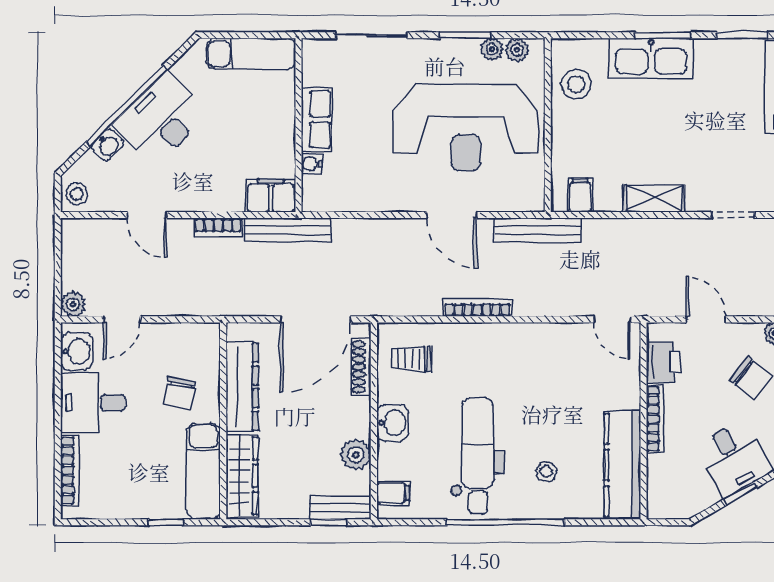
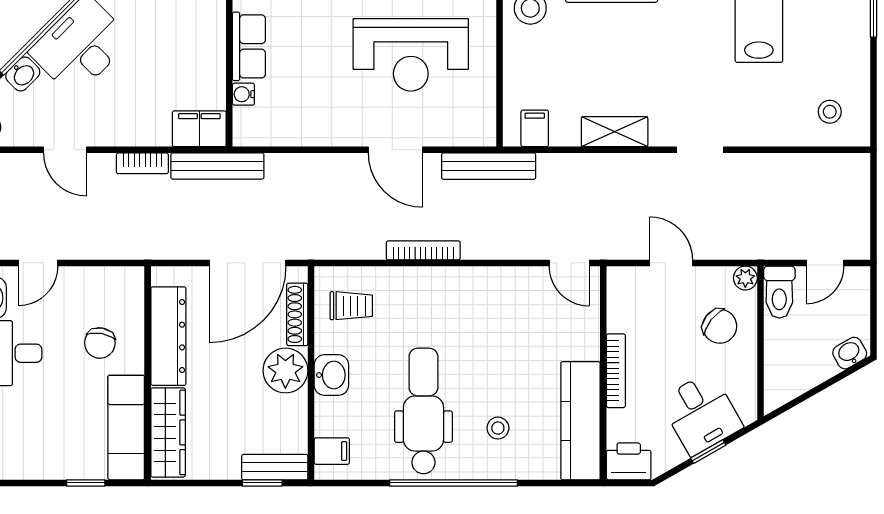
reception desk: (466, 127) -> (411, 55), width x0.74, depth x0.77
trolley: (411, 359) -> (351, 306), turned 180
printer: (663, 362) -> (629, 461), moved, turned -90
plant: (356, 455) -> (285, 371), moved, width x1.36, depth x1.36

